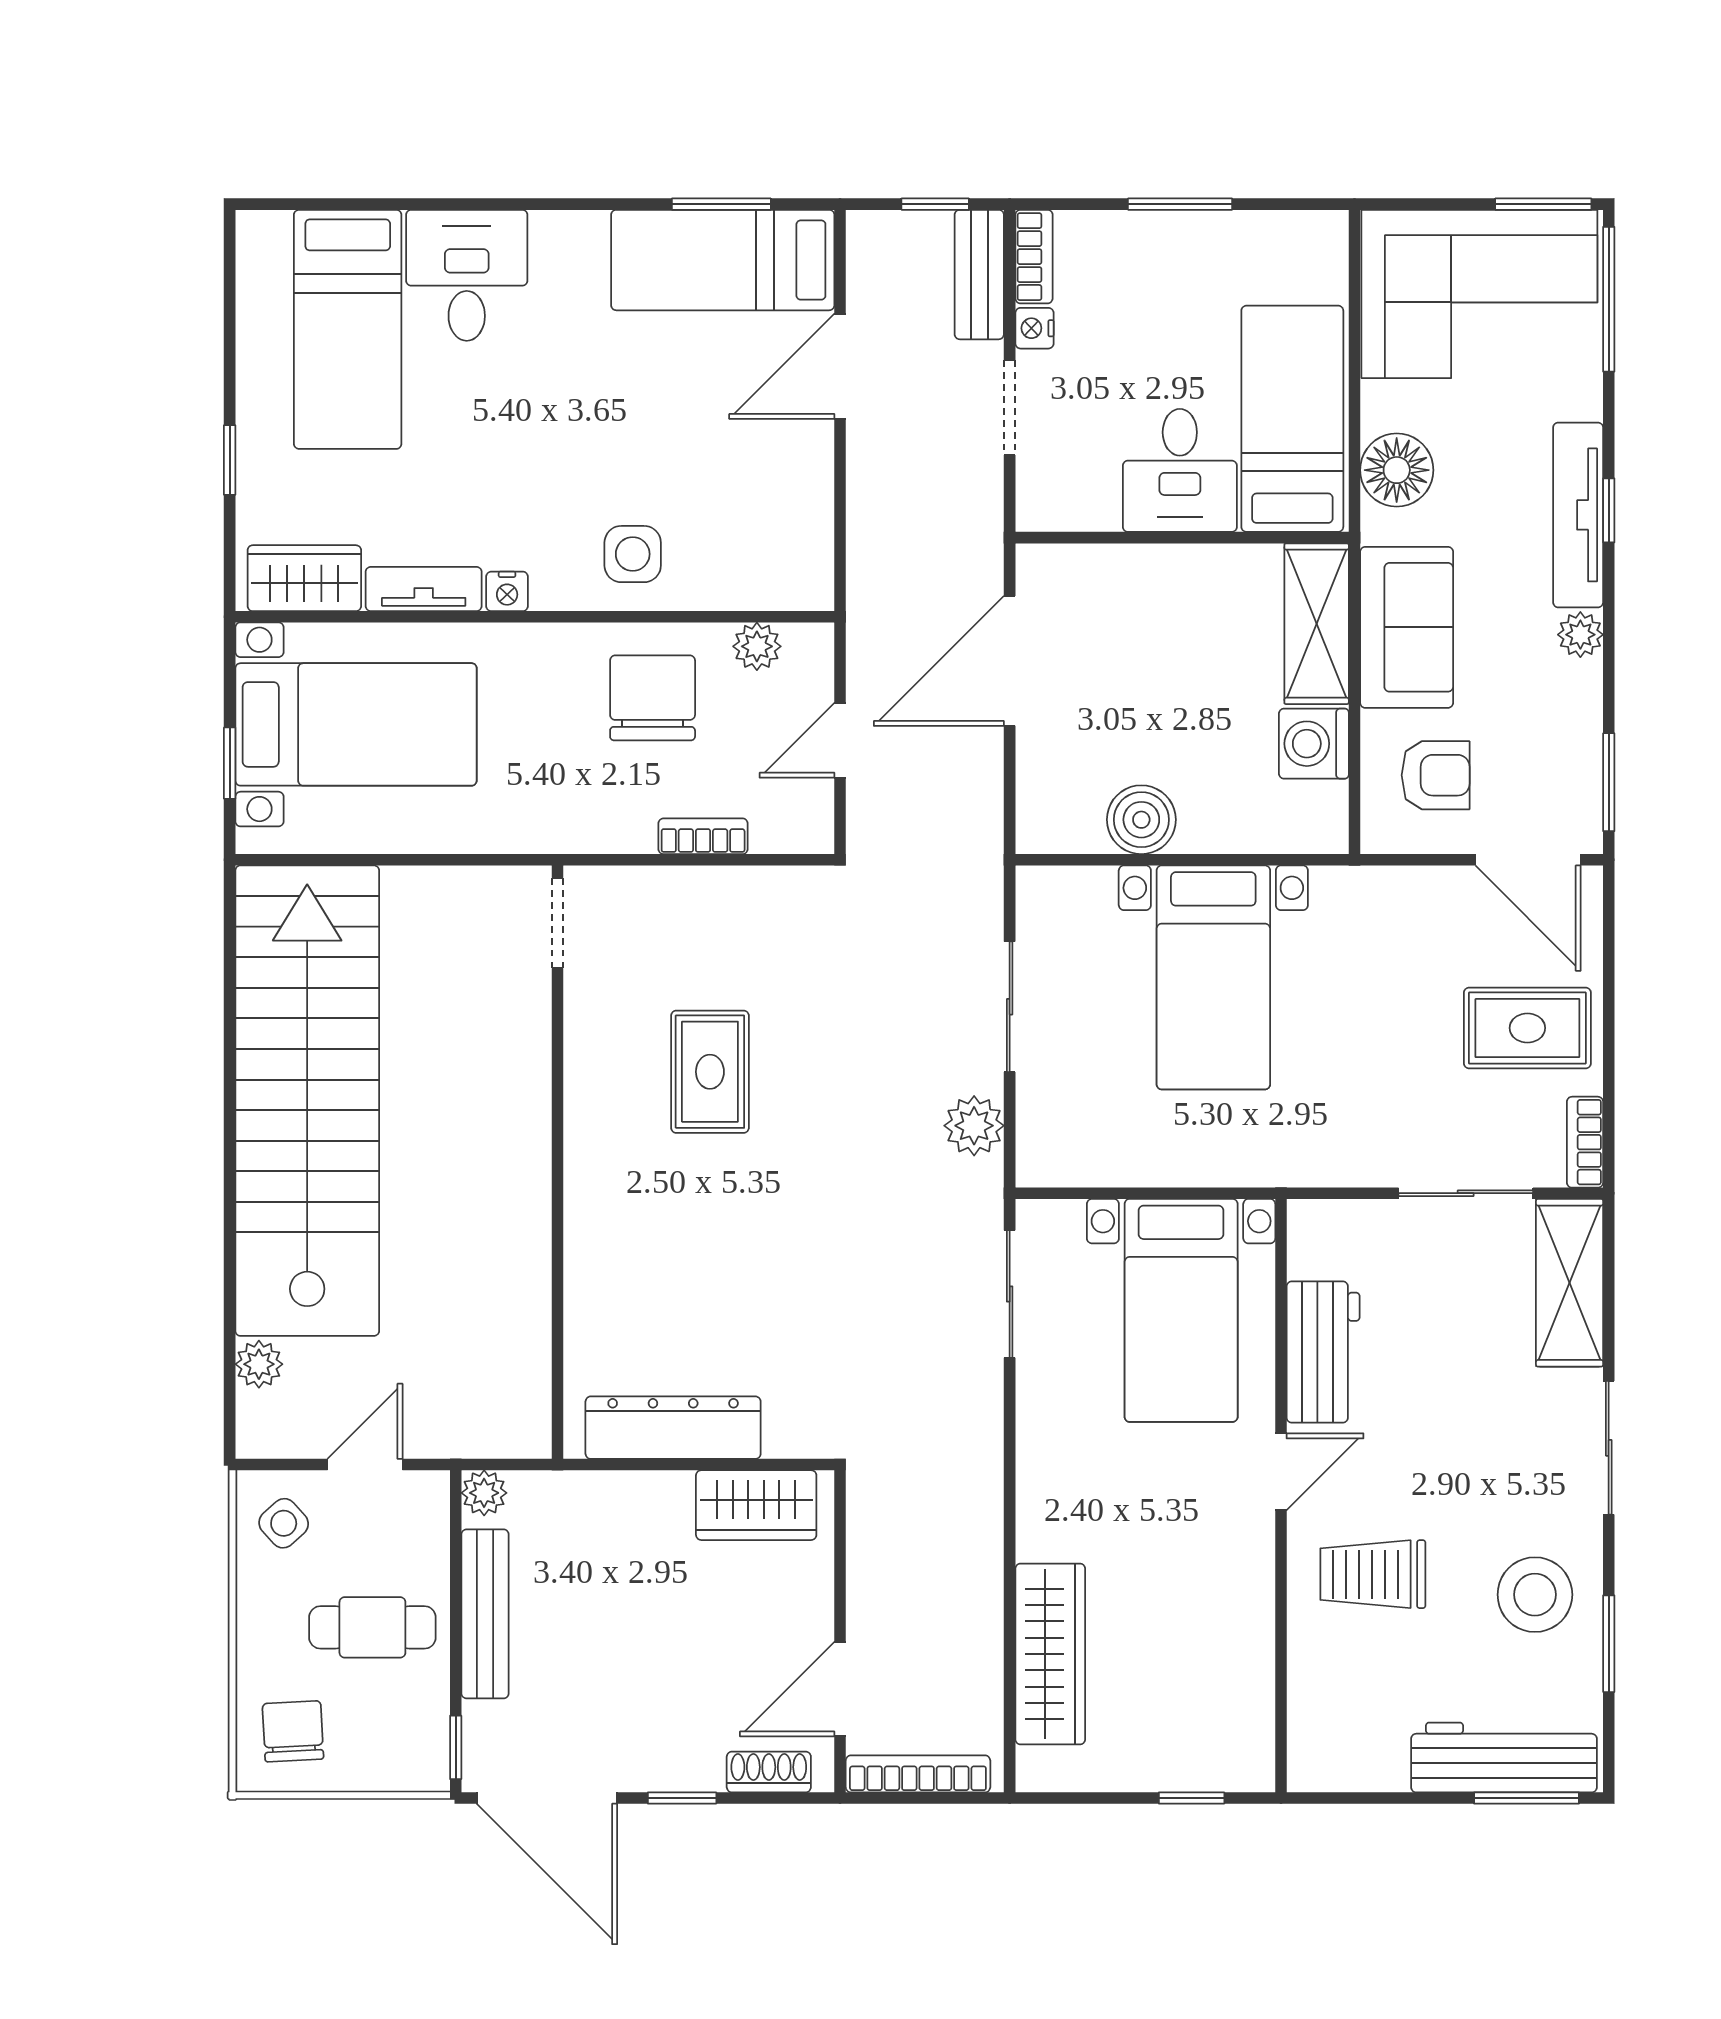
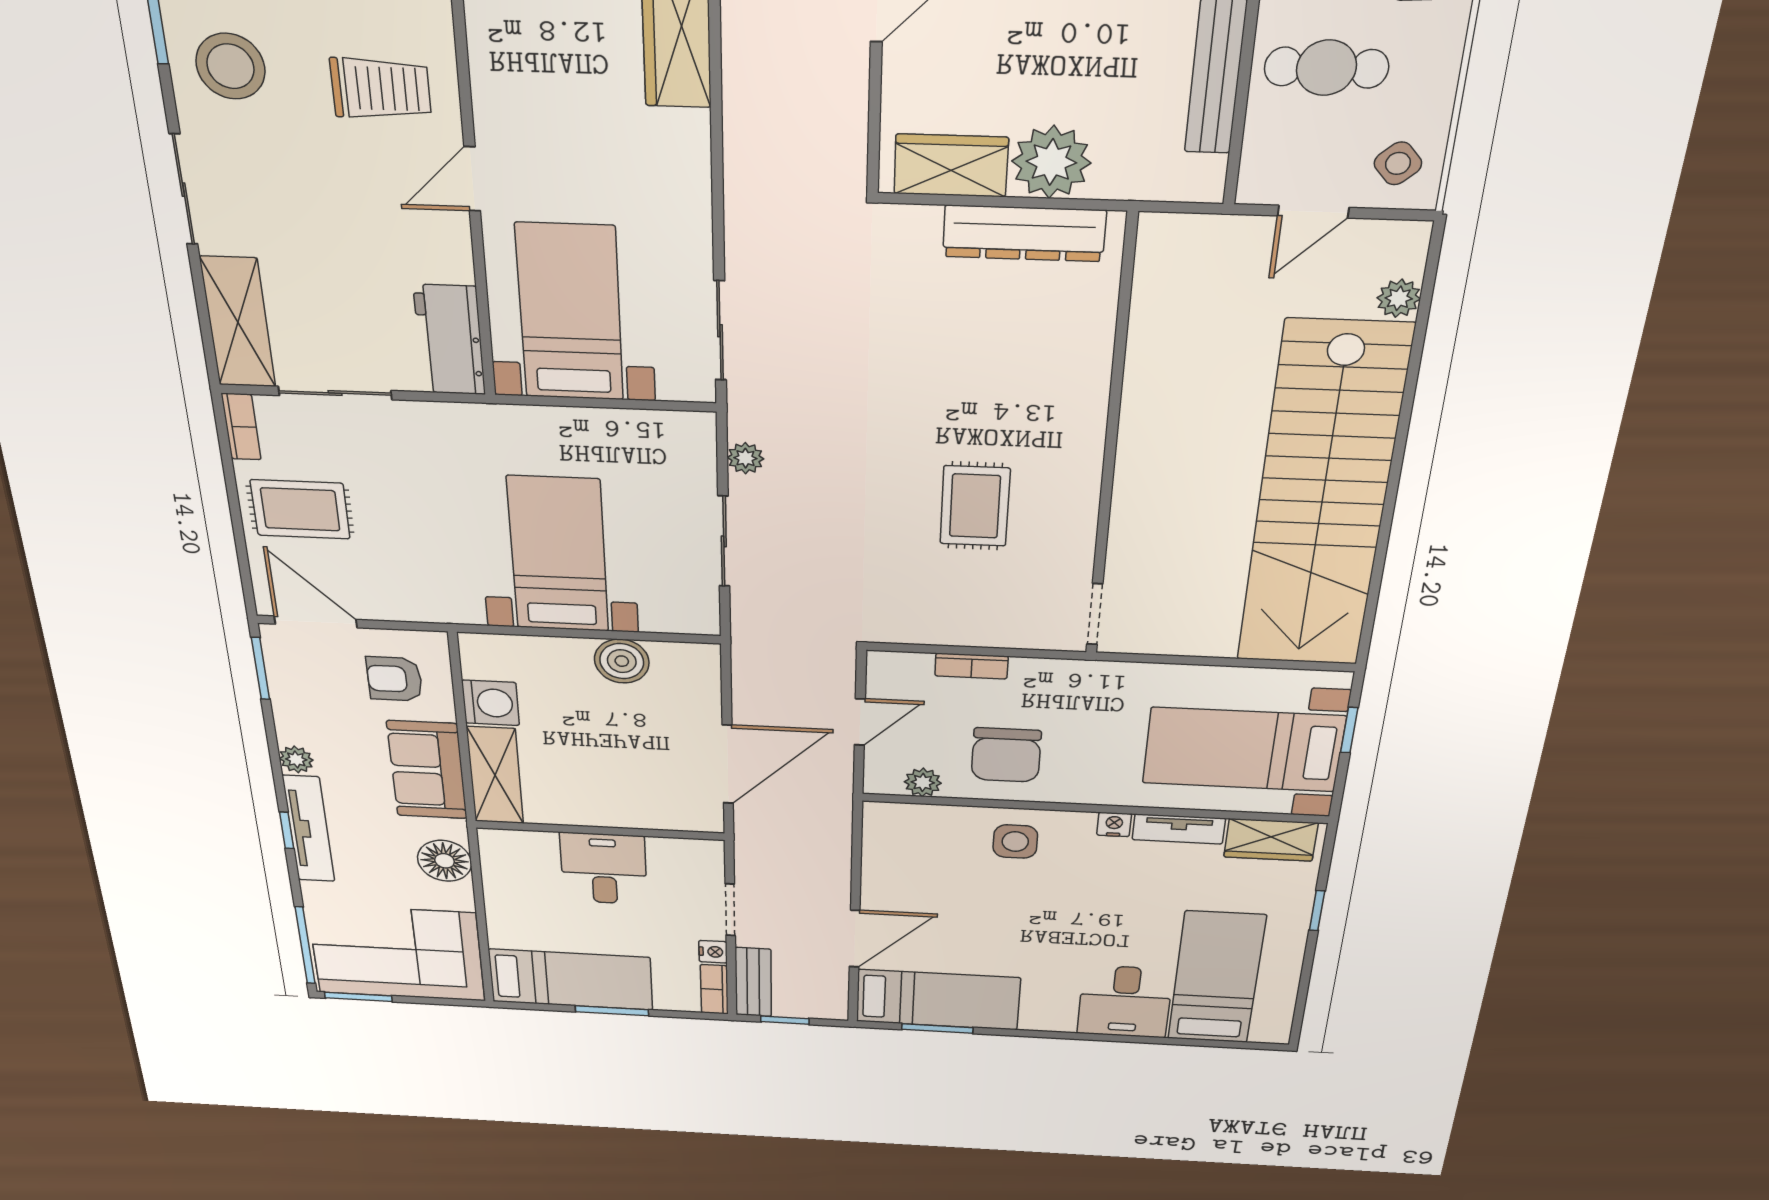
bed: (1292, 419) -> (571, 980), moved, turned -90
plant: (974, 1126) -> (745, 458), width x0.73, depth x0.73
workbench: (1323, 1352) -> (450, 340), moved
plant: (484, 1493) -> (1051, 162), moved, width x1.88, depth x1.88

